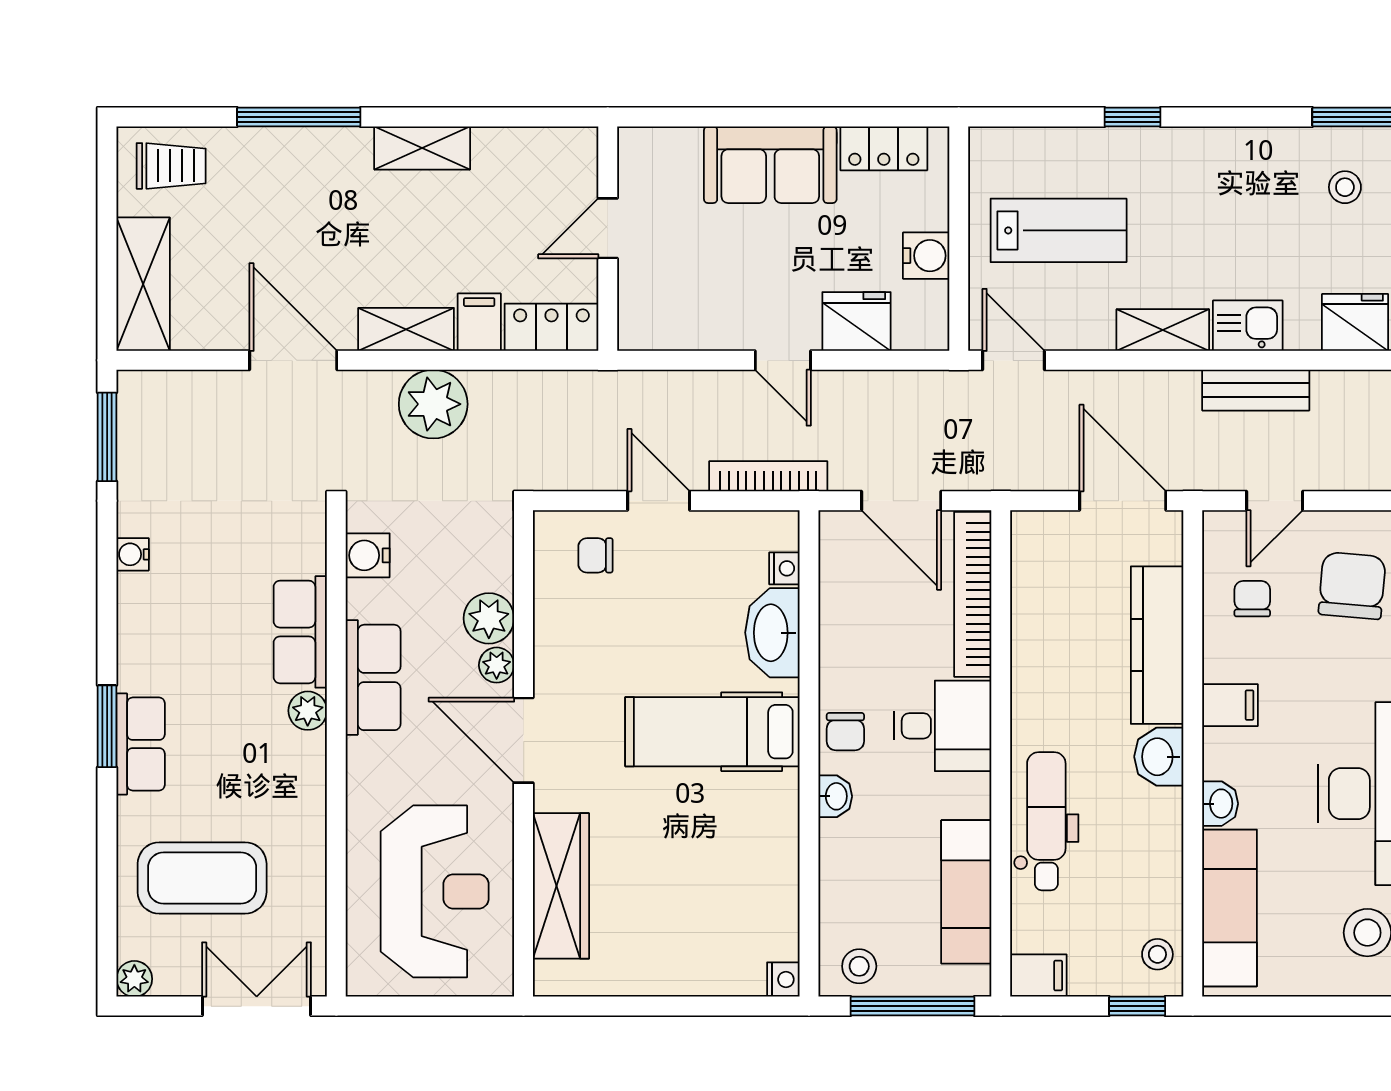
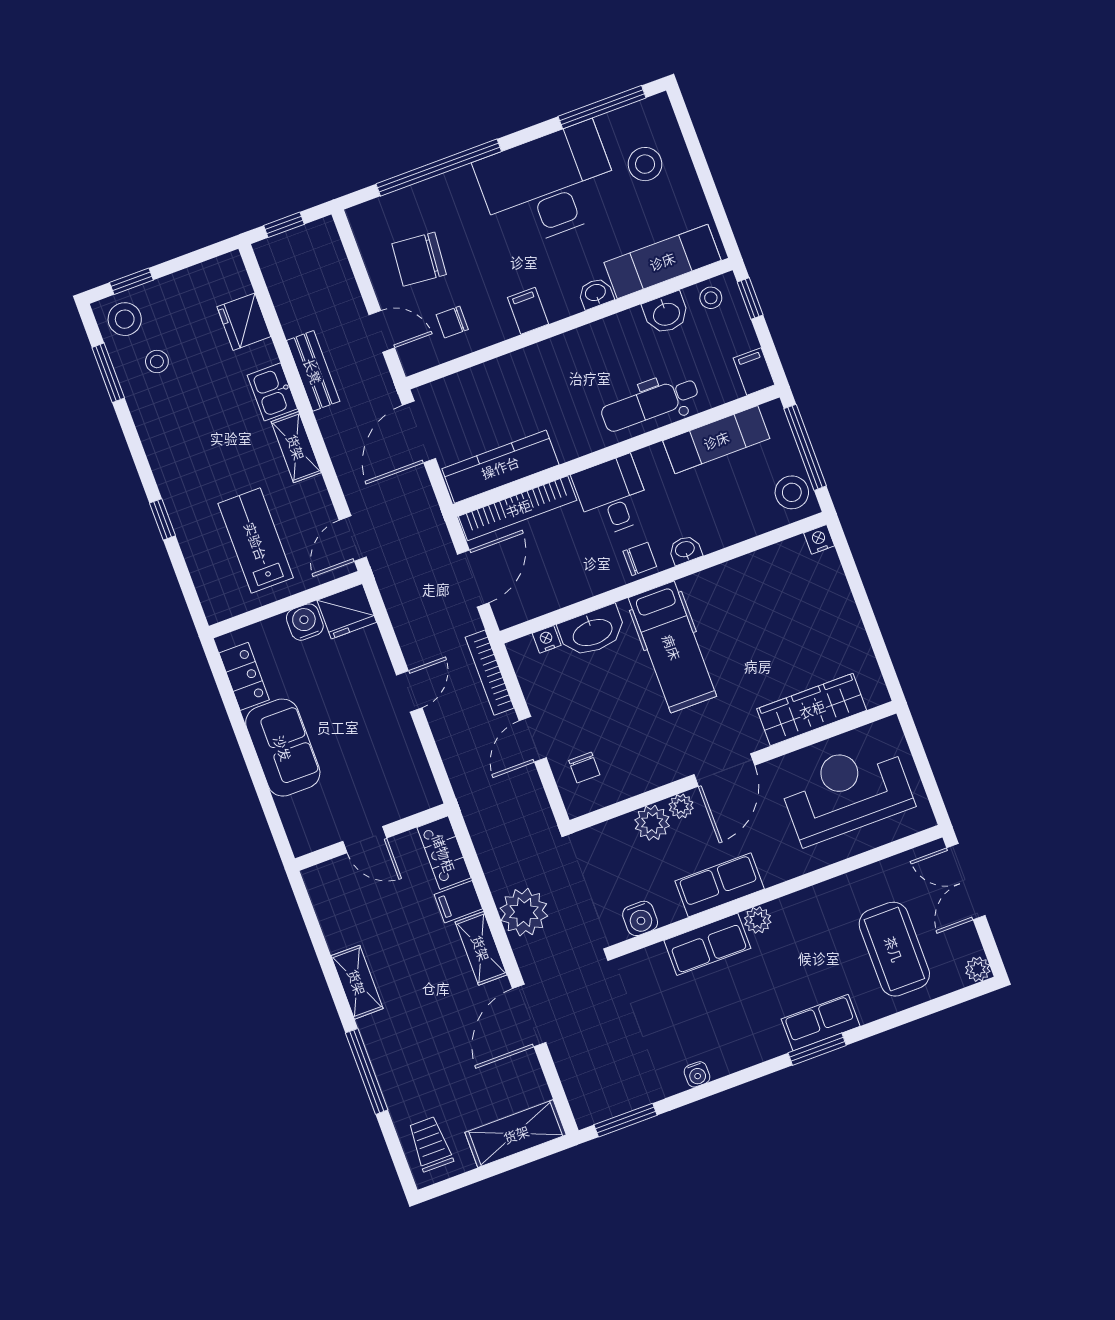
fridge: (856, 322) -> (347, 611), moved, turned -90
kitchen counter: (1157, 645) -> (500, 467), moved, turned 180
washbasin: (1159, 757) -> (666, 313), moved
stool: (859, 966) -> (792, 492), width x1.37, depth x1.37

